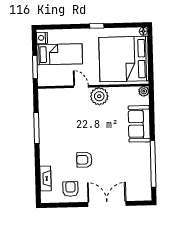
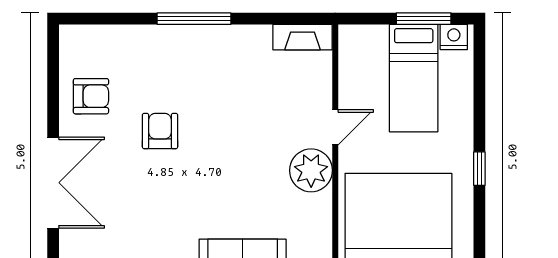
window: (35, 67) -> (424, 19), moved
window: (37, 128) -> (194, 19), moved
fireplace: (45, 179) -> (303, 37), moved

